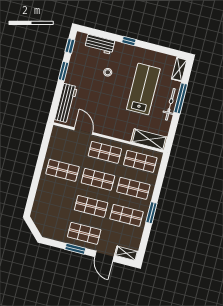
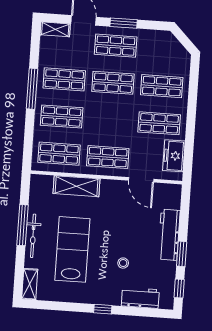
lab bench: (143, 89) -> (72, 249), turned 180
window: (181, 98) -> (22, 225), moved
workbench: (66, 103) -> (169, 235), moved
shelving: (149, 139) -> (76, 186), moved
freezer: (56, 144) -> (174, 156), added
shop shelf: (98, 179) -> (162, 86), moved
window: (151, 213) -> (32, 89), width x1.44

